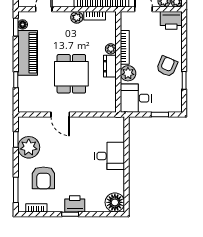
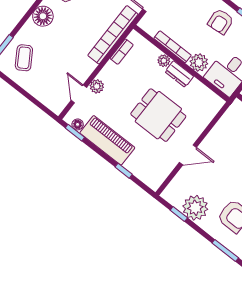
plant: (77, 17) -> (97, 86), moved
armchair: (167, 66) -> (221, 21), turned -118

